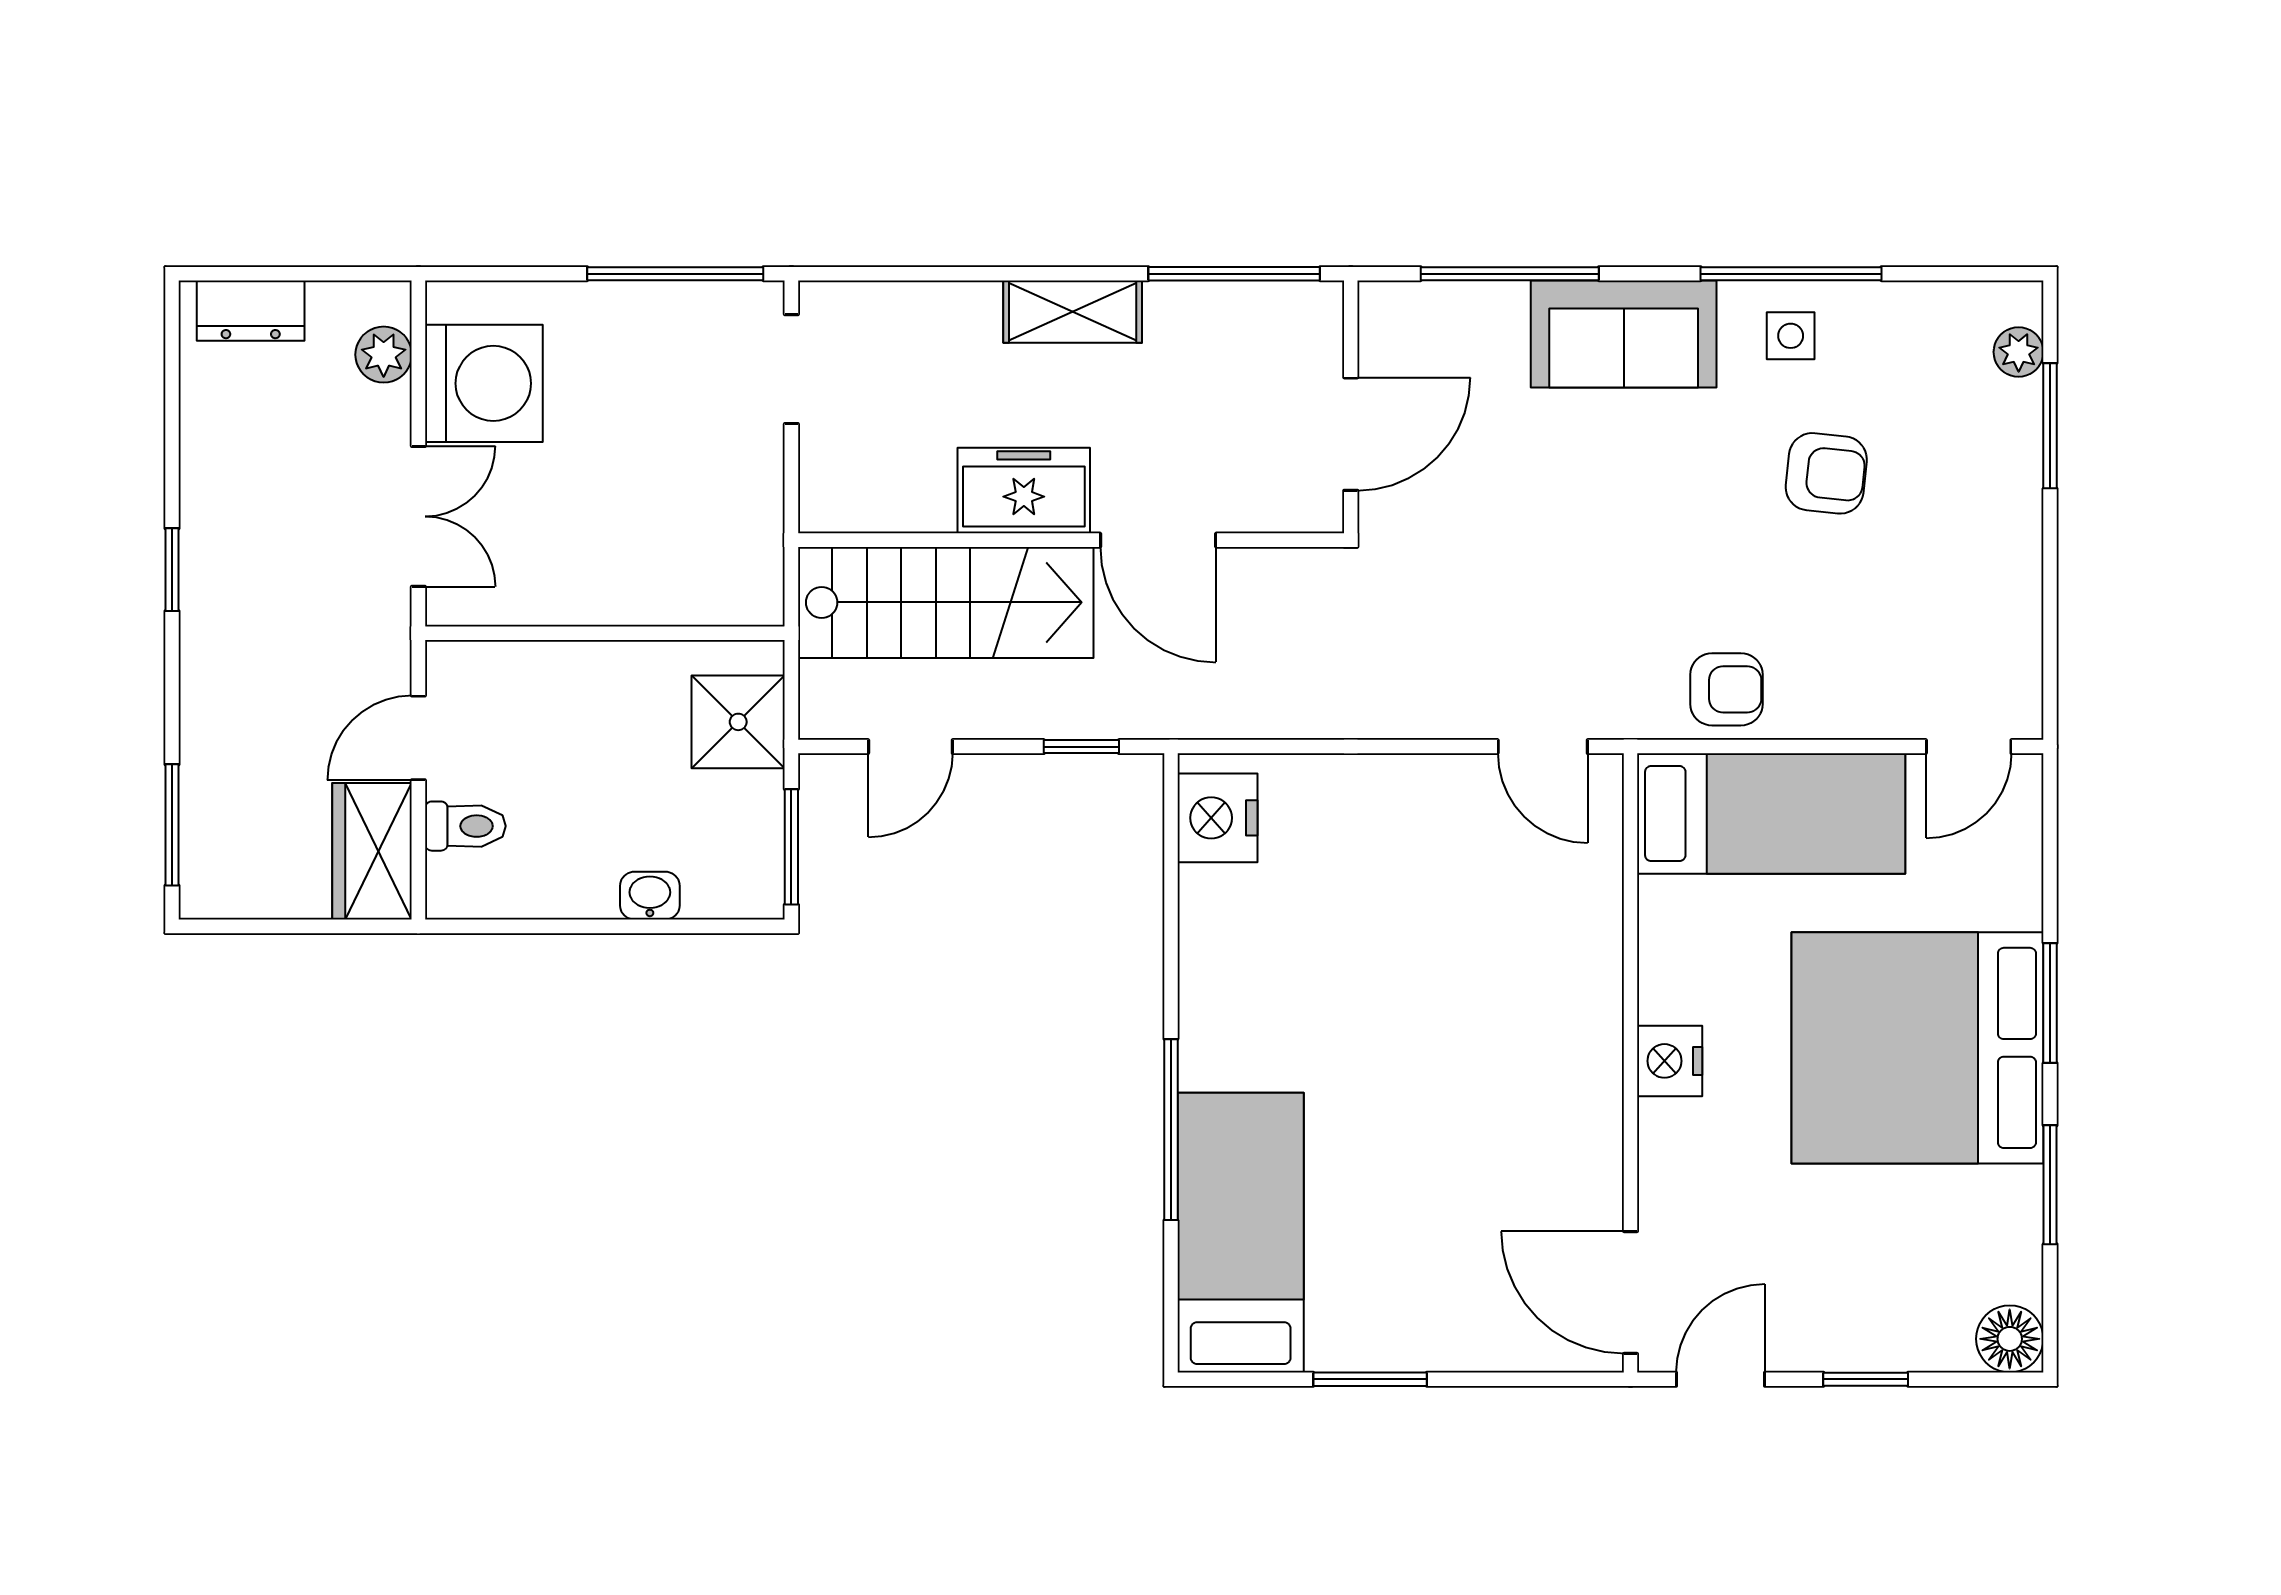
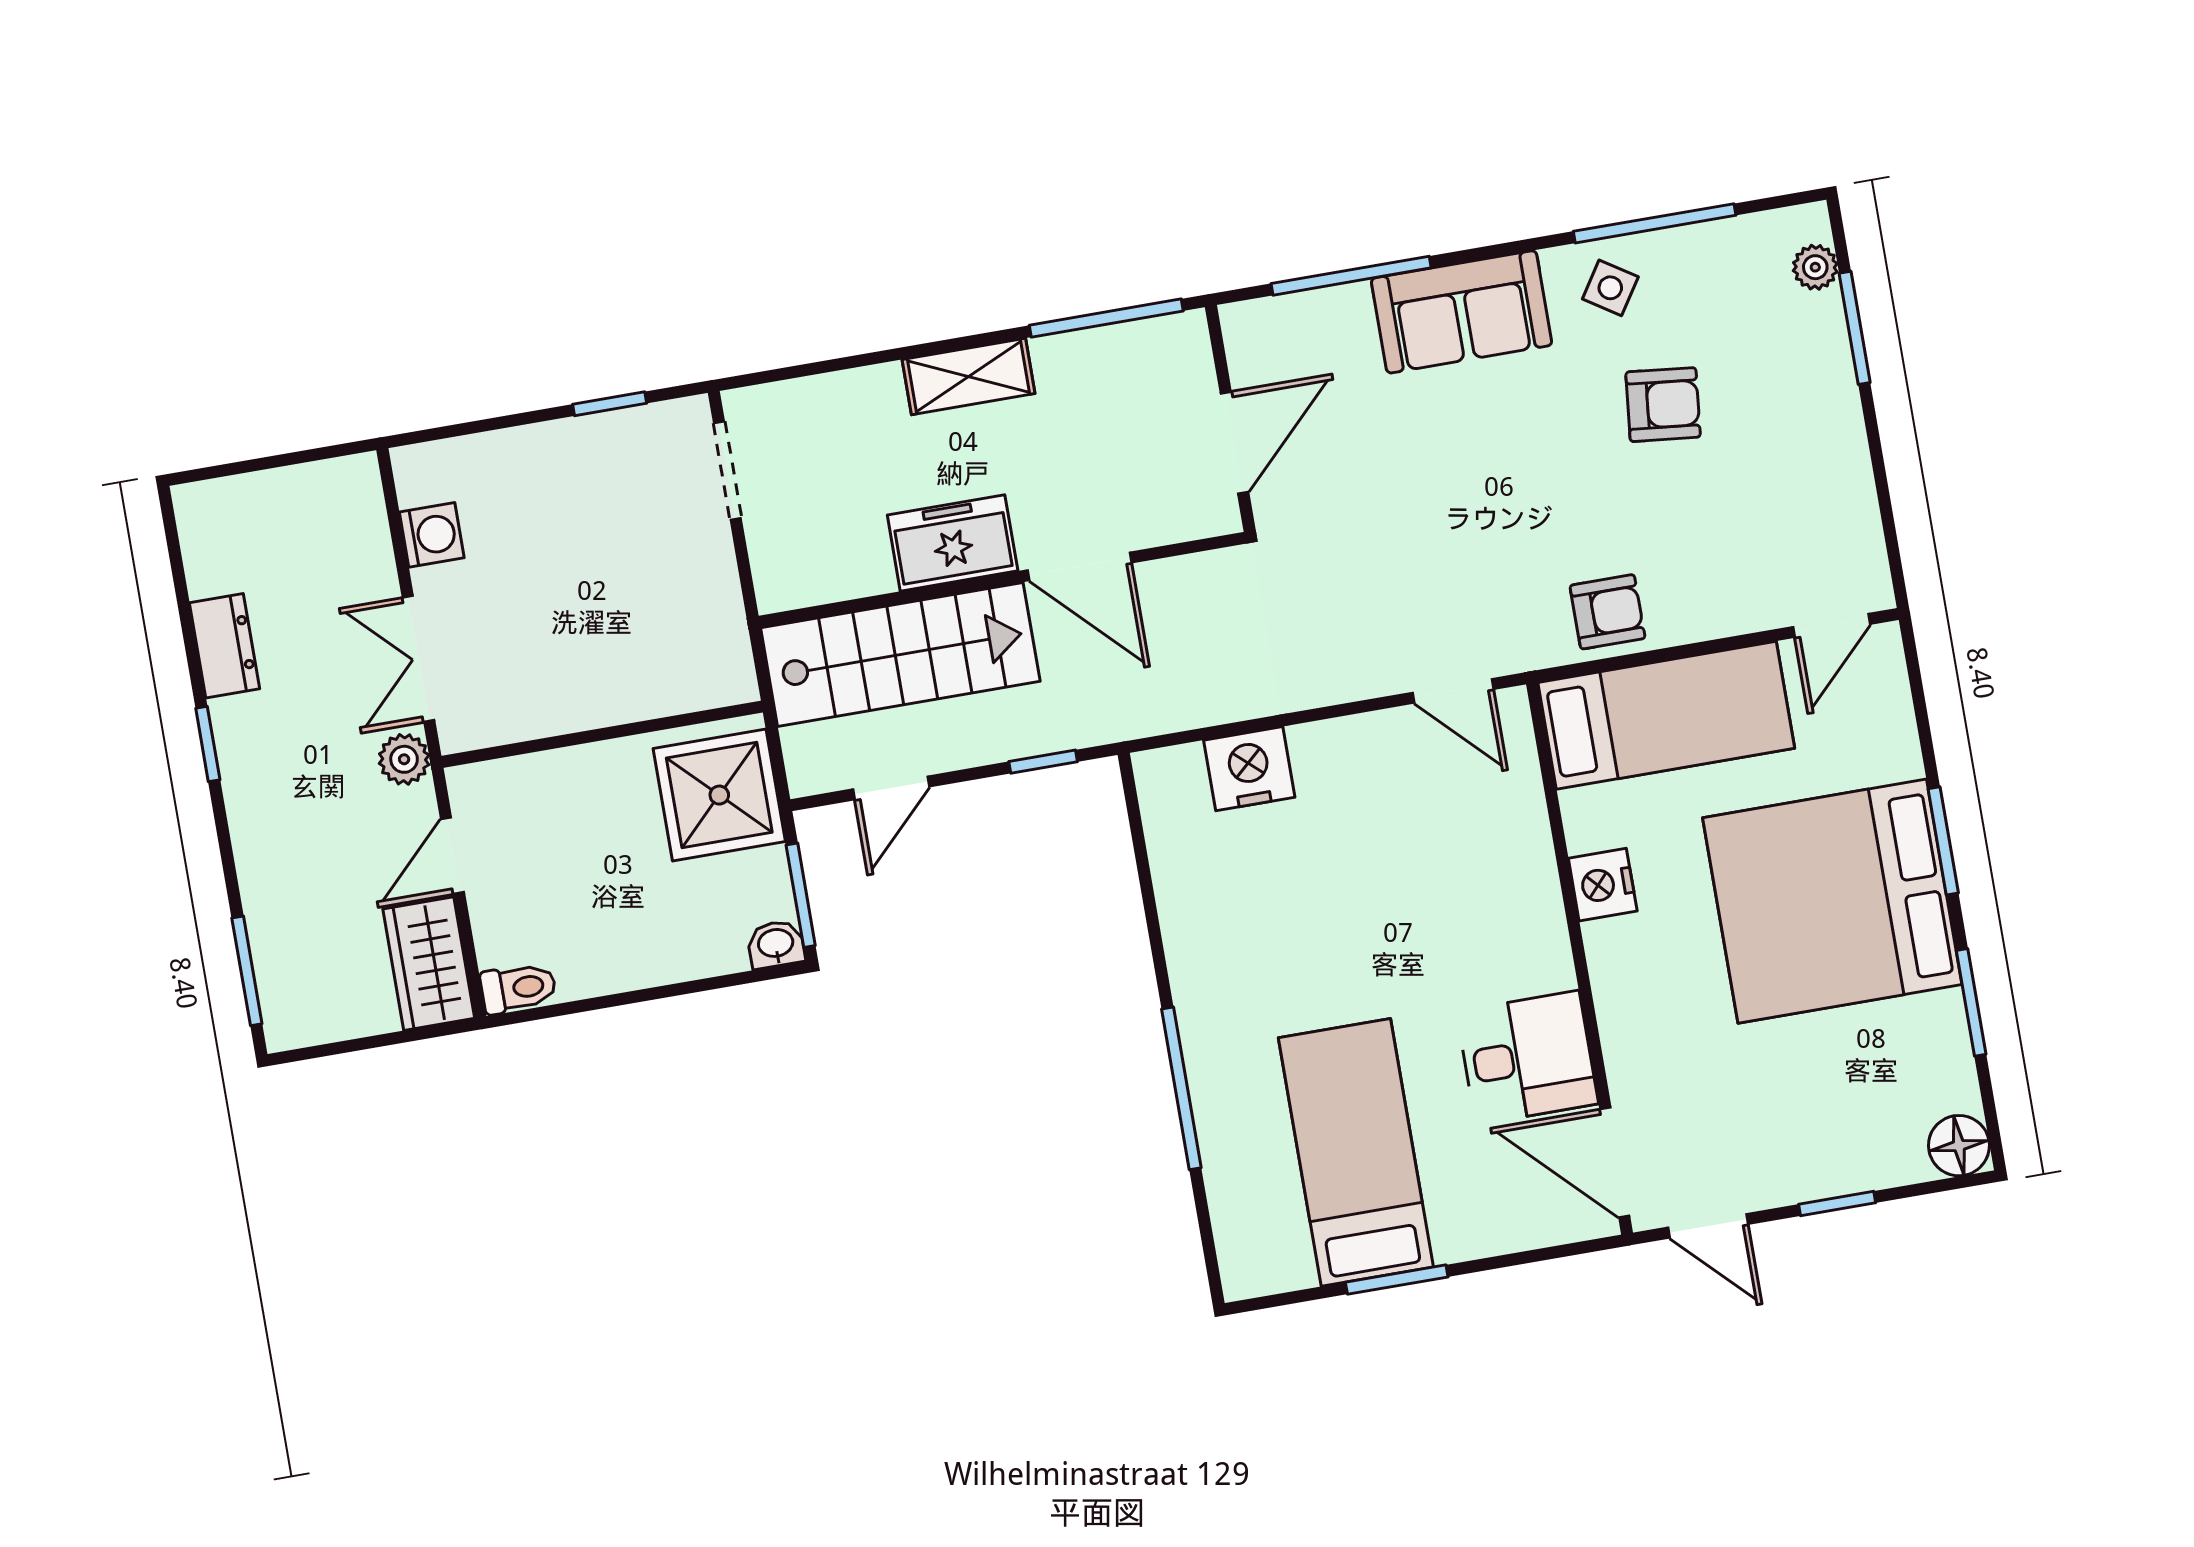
window: (675, 274) -> (610, 404), width x0.46
window: (1791, 274) -> (1655, 223), moved
dresser: (251, 311) -> (225, 646), moved, turned -90
side table: (1791, 336) -> (1610, 288), turned 33
plant: (384, 355) -> (404, 759), moved
washing machine: (484, 383) -> (432, 535), width x0.53, depth x0.53
double door: (418, 516) -> (419, 659), swing flipped
shower: (738, 722) -> (719, 795), width x1.36, depth x1.36
nightstand: (1217, 818) -> (1249, 769), moved, turned 90
toilet: (465, 826) -> (518, 988), moved
washbasin: (650, 896) -> (776, 944), moved
nightstand: (1670, 1061) -> (1603, 885), moved
desk: (1555, 1161) -> (1527, 1058), added
bed: (1241, 1233) -> (1356, 1152), moved
door: (1720, 1379) -> (1708, 1226), swing flipped

